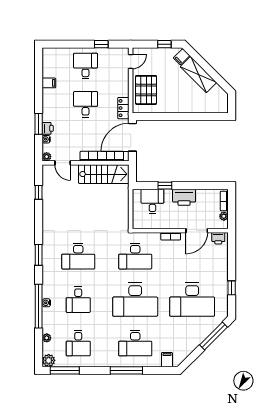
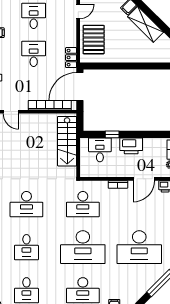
stairs: (104, 174) -> (67, 141), moved, turned 90

